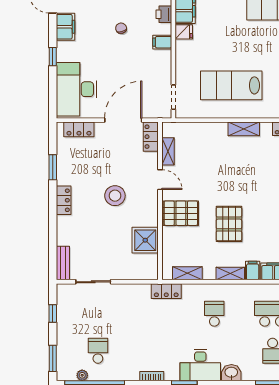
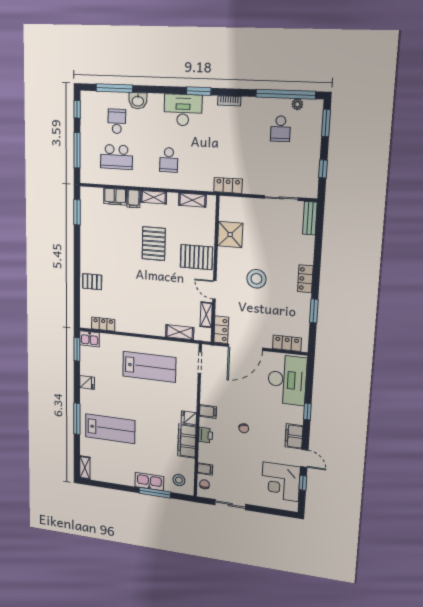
shelving: (244, 129) -> (180, 332), moved
locker: (166, 291) -> (228, 185), moved
washbasin: (231, 373) -> (138, 101), moved

